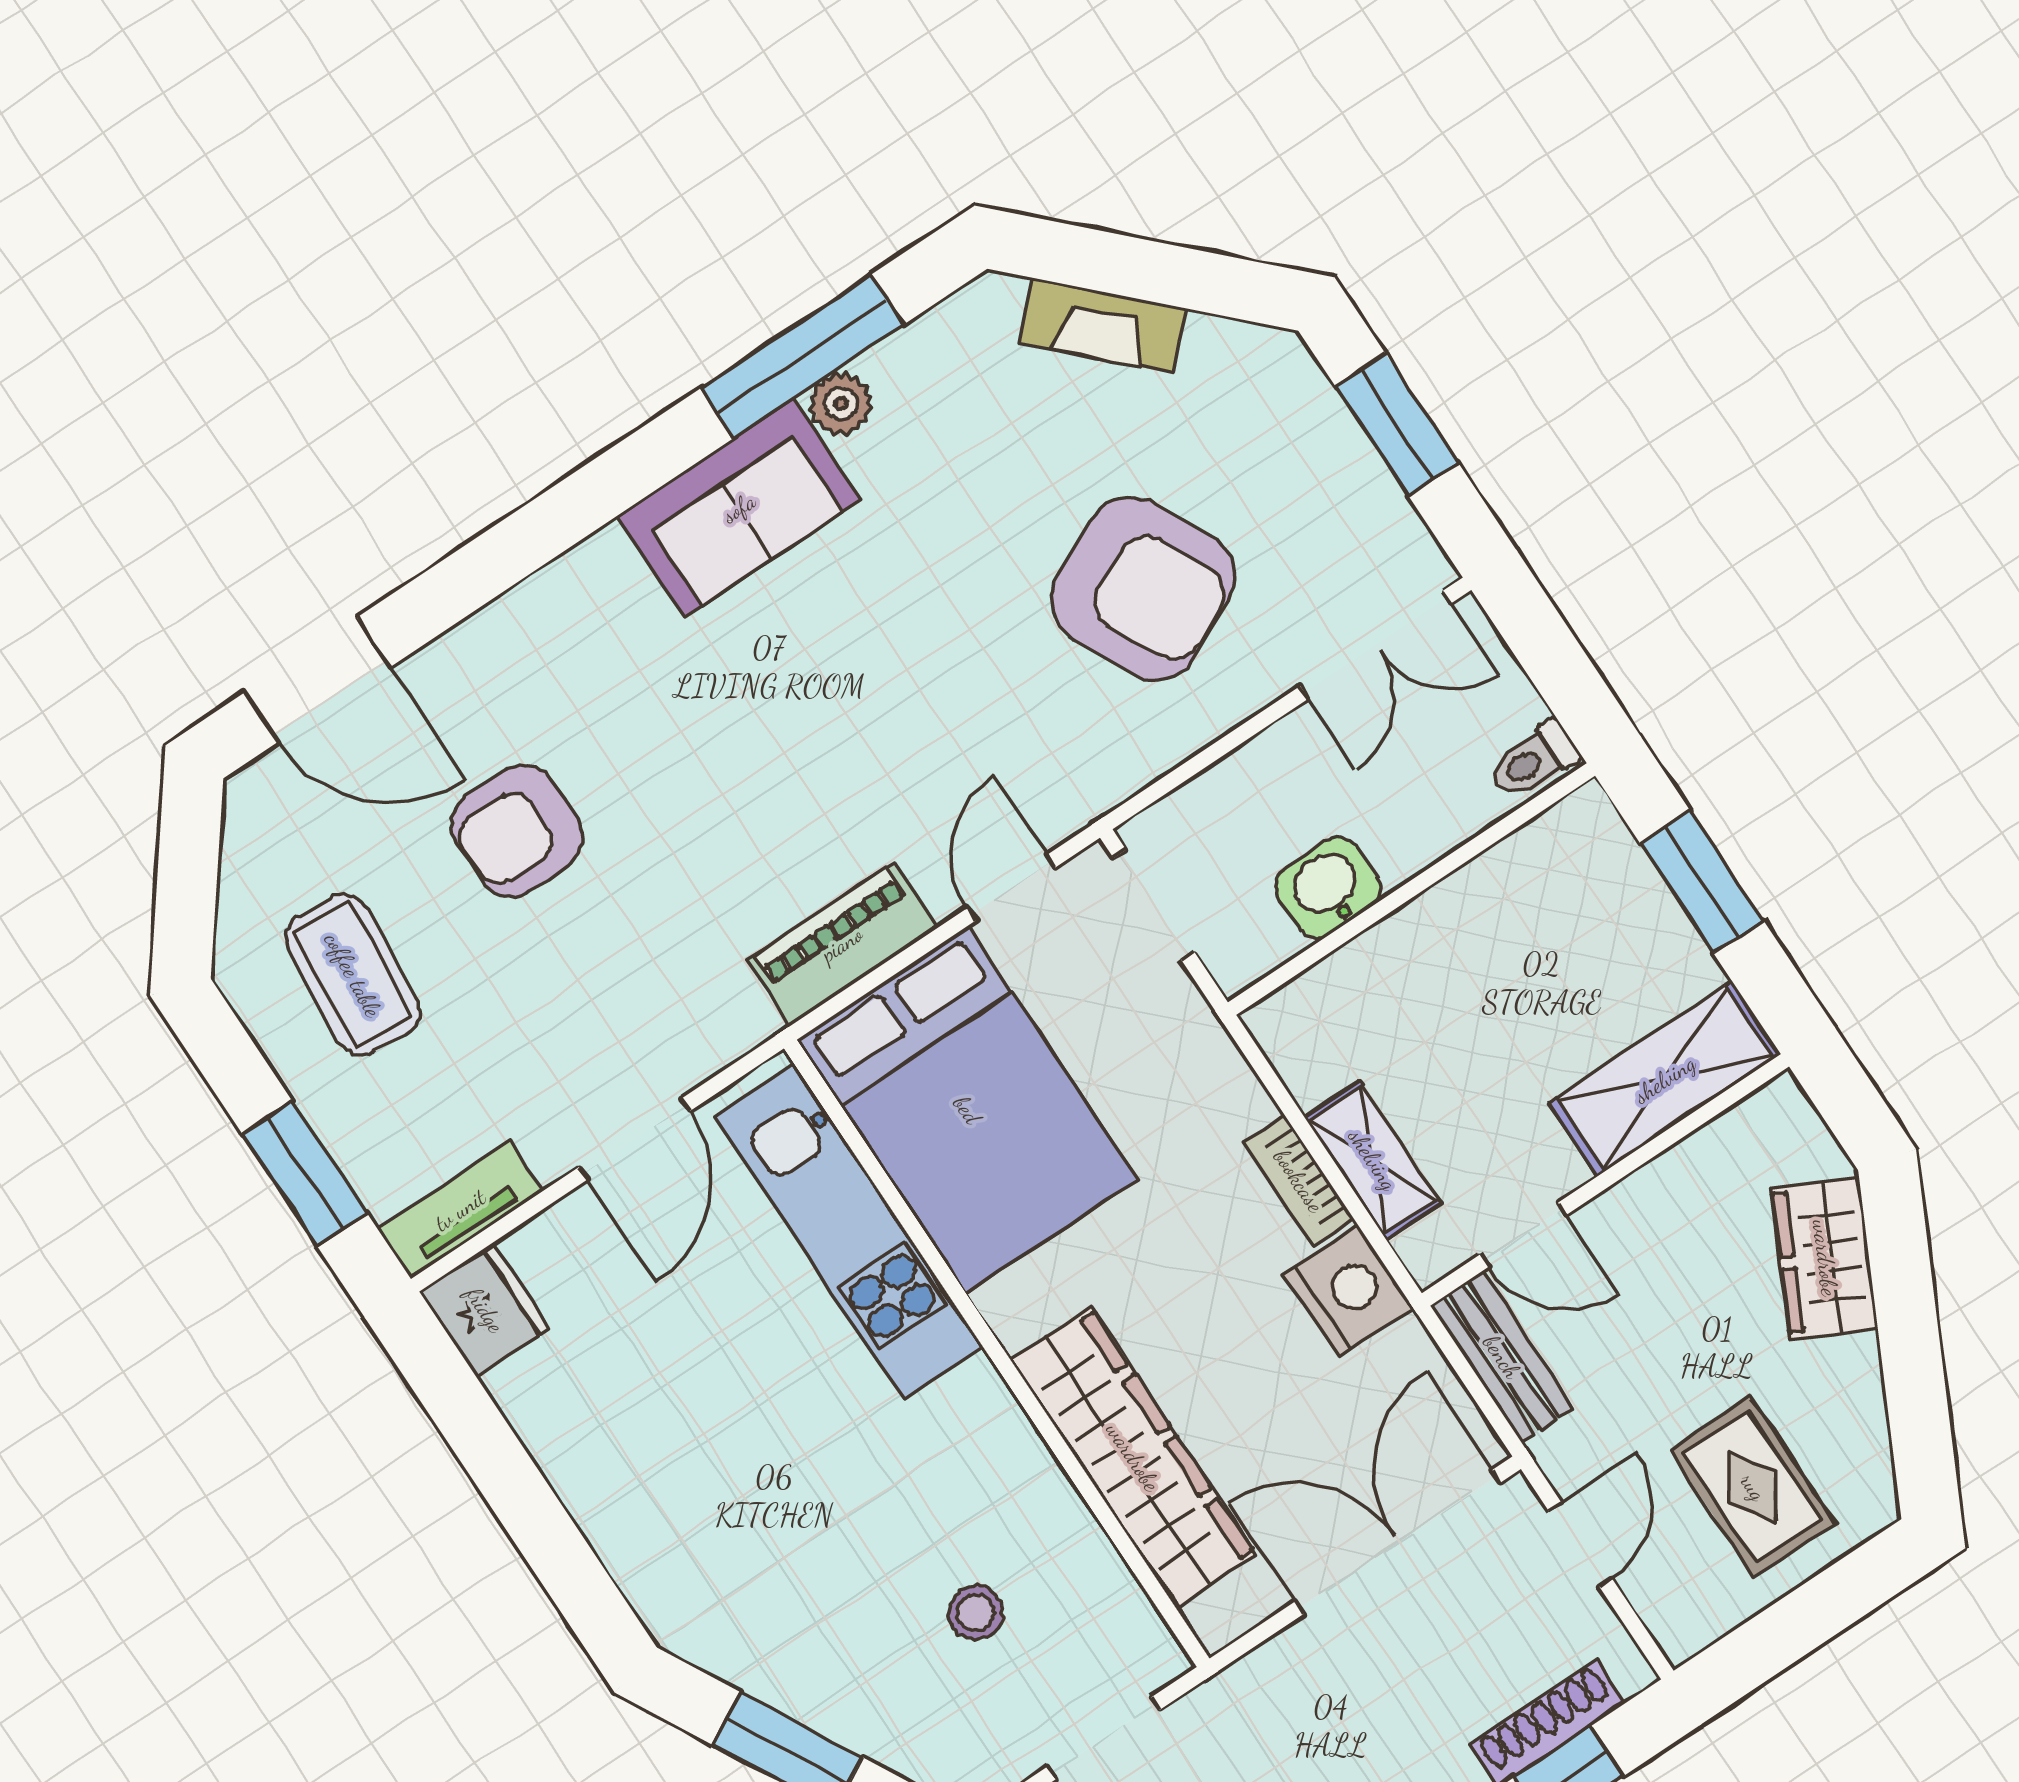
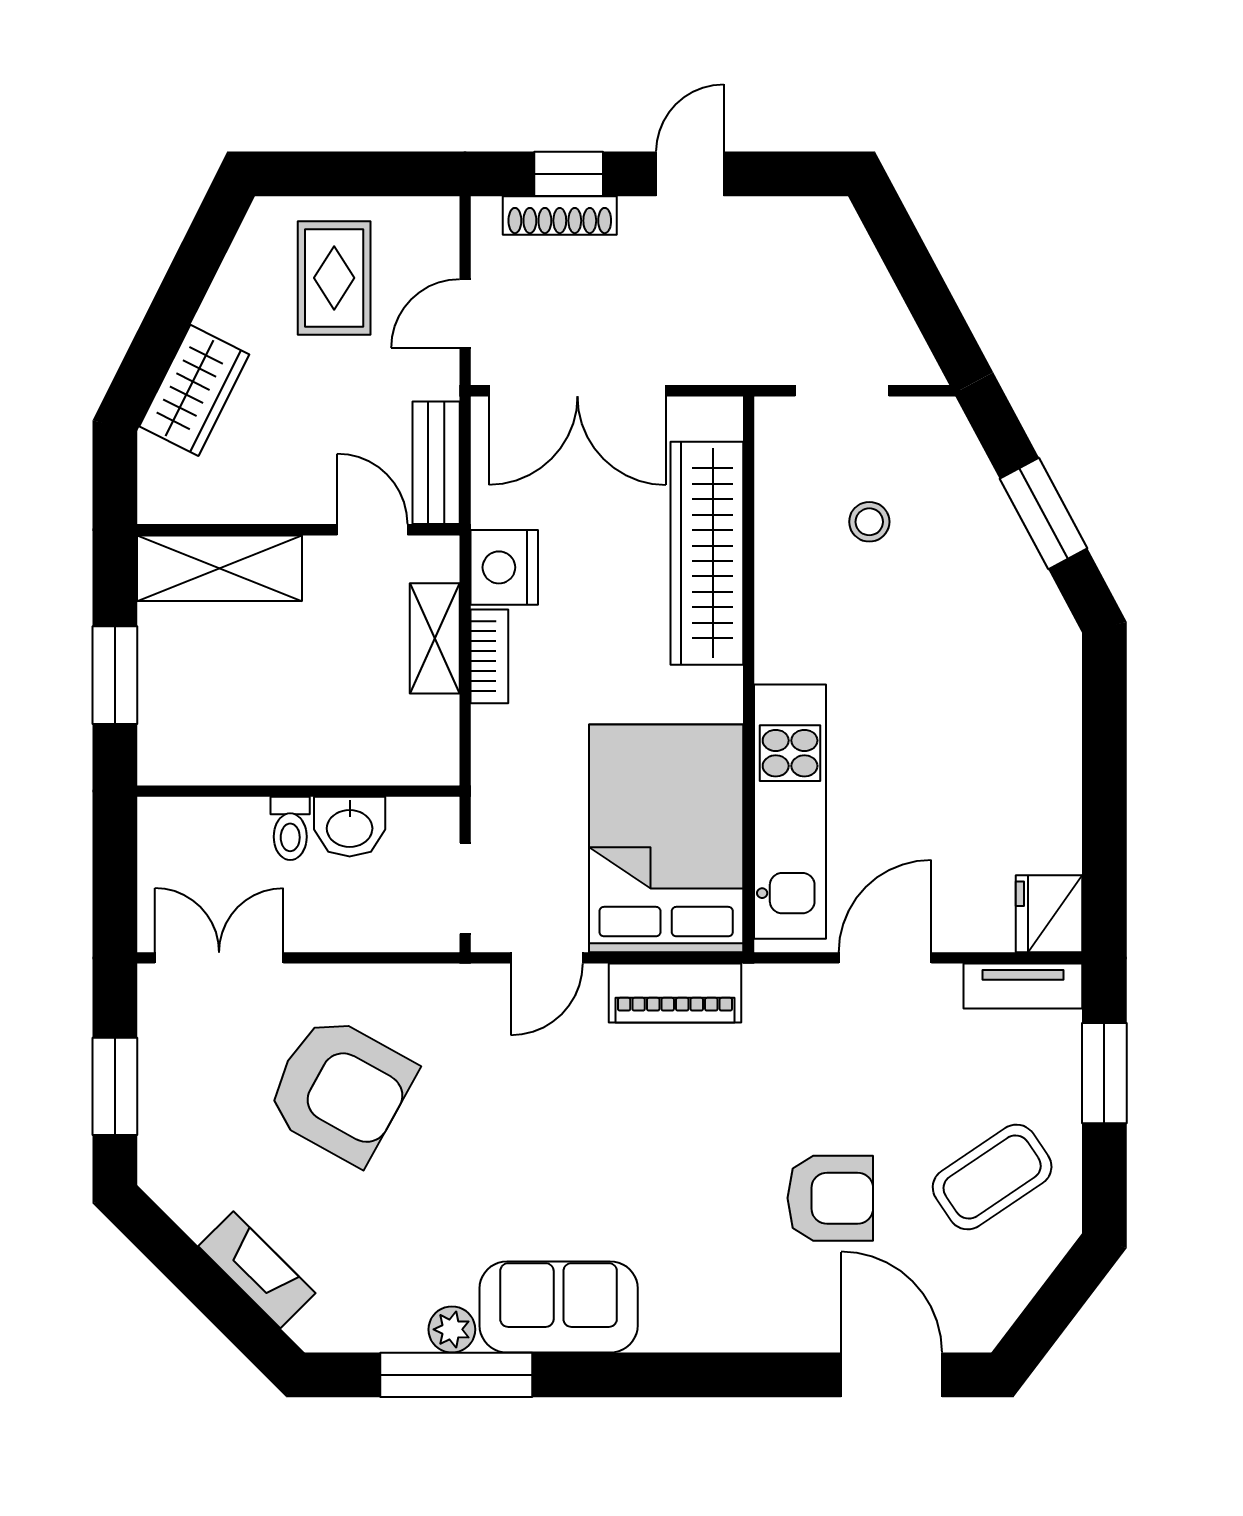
armchair: (1143, 588) -> (340, 1090), turned 145
toilet: (1534, 760) -> (290, 828), moved, turned 90
coffee table: (353, 975) -> (992, 1177), turned 51

